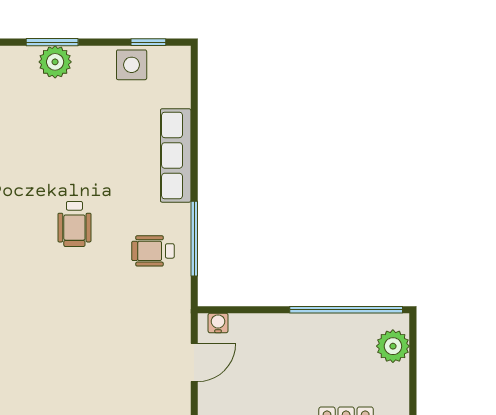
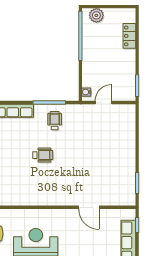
wheelchair: (153, 251) -> (55, 121), turned 180
door: (194, 363) -> (104, 103), hinge flipped

